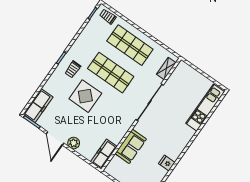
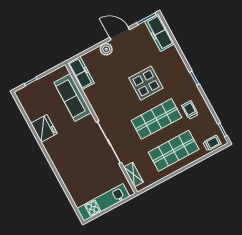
trolley: (73, 69) -> (190, 110), moved
kitchen unit: (205, 108) -> (103, 202), moved, turned -90
sofa: (131, 146) -> (73, 97), width x1.36
fridge: (167, 163) -> (44, 128), width x1.88, depth x1.34

